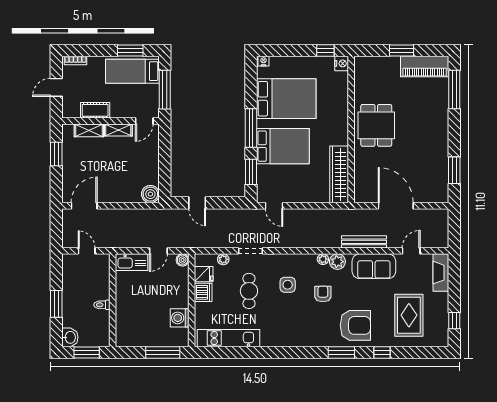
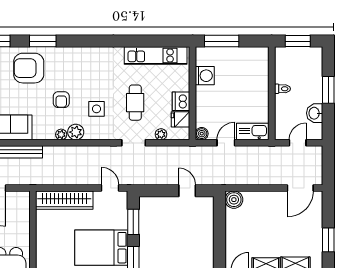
wardrobe: (339, 174) -> (64, 200), moved, turned 90
door: (87, 251) -> (298, 143), swing flipped
plant: (337, 262) -> (76, 132), moved
washbasin: (70, 337) -> (315, 113), moved

